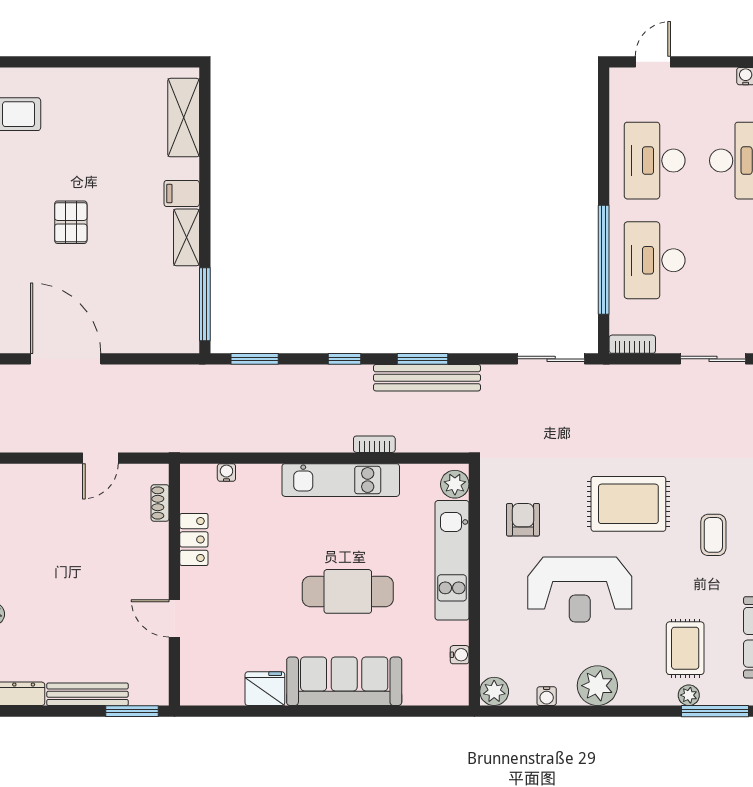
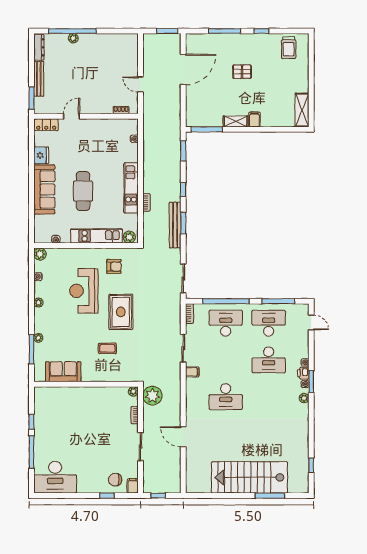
shelving: (184, 118) -> (302, 110), moved, turned 90
window: (604, 138) -> (278, 301), added
locker: (194, 539) -> (46, 125), moved
rug: (685, 648) -> (59, 336), removed
plant: (597, 686) -> (38, 303), width x0.53, depth x0.53

